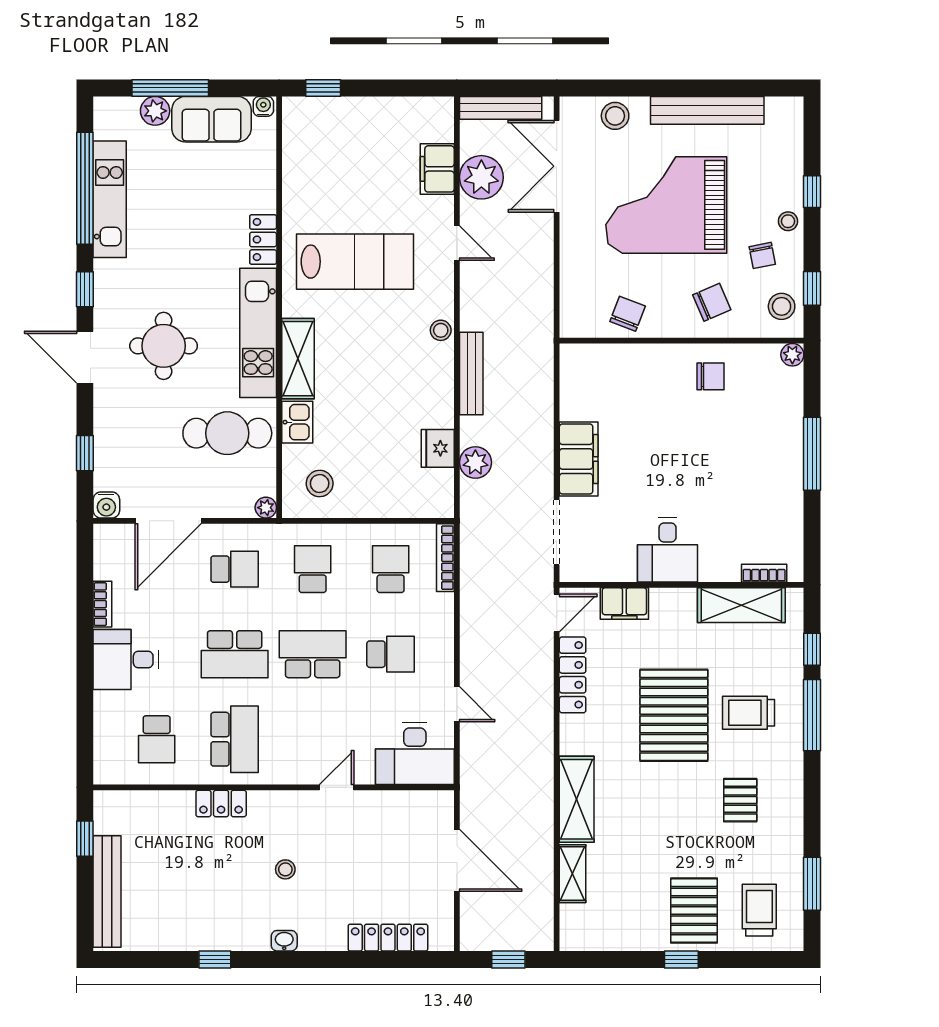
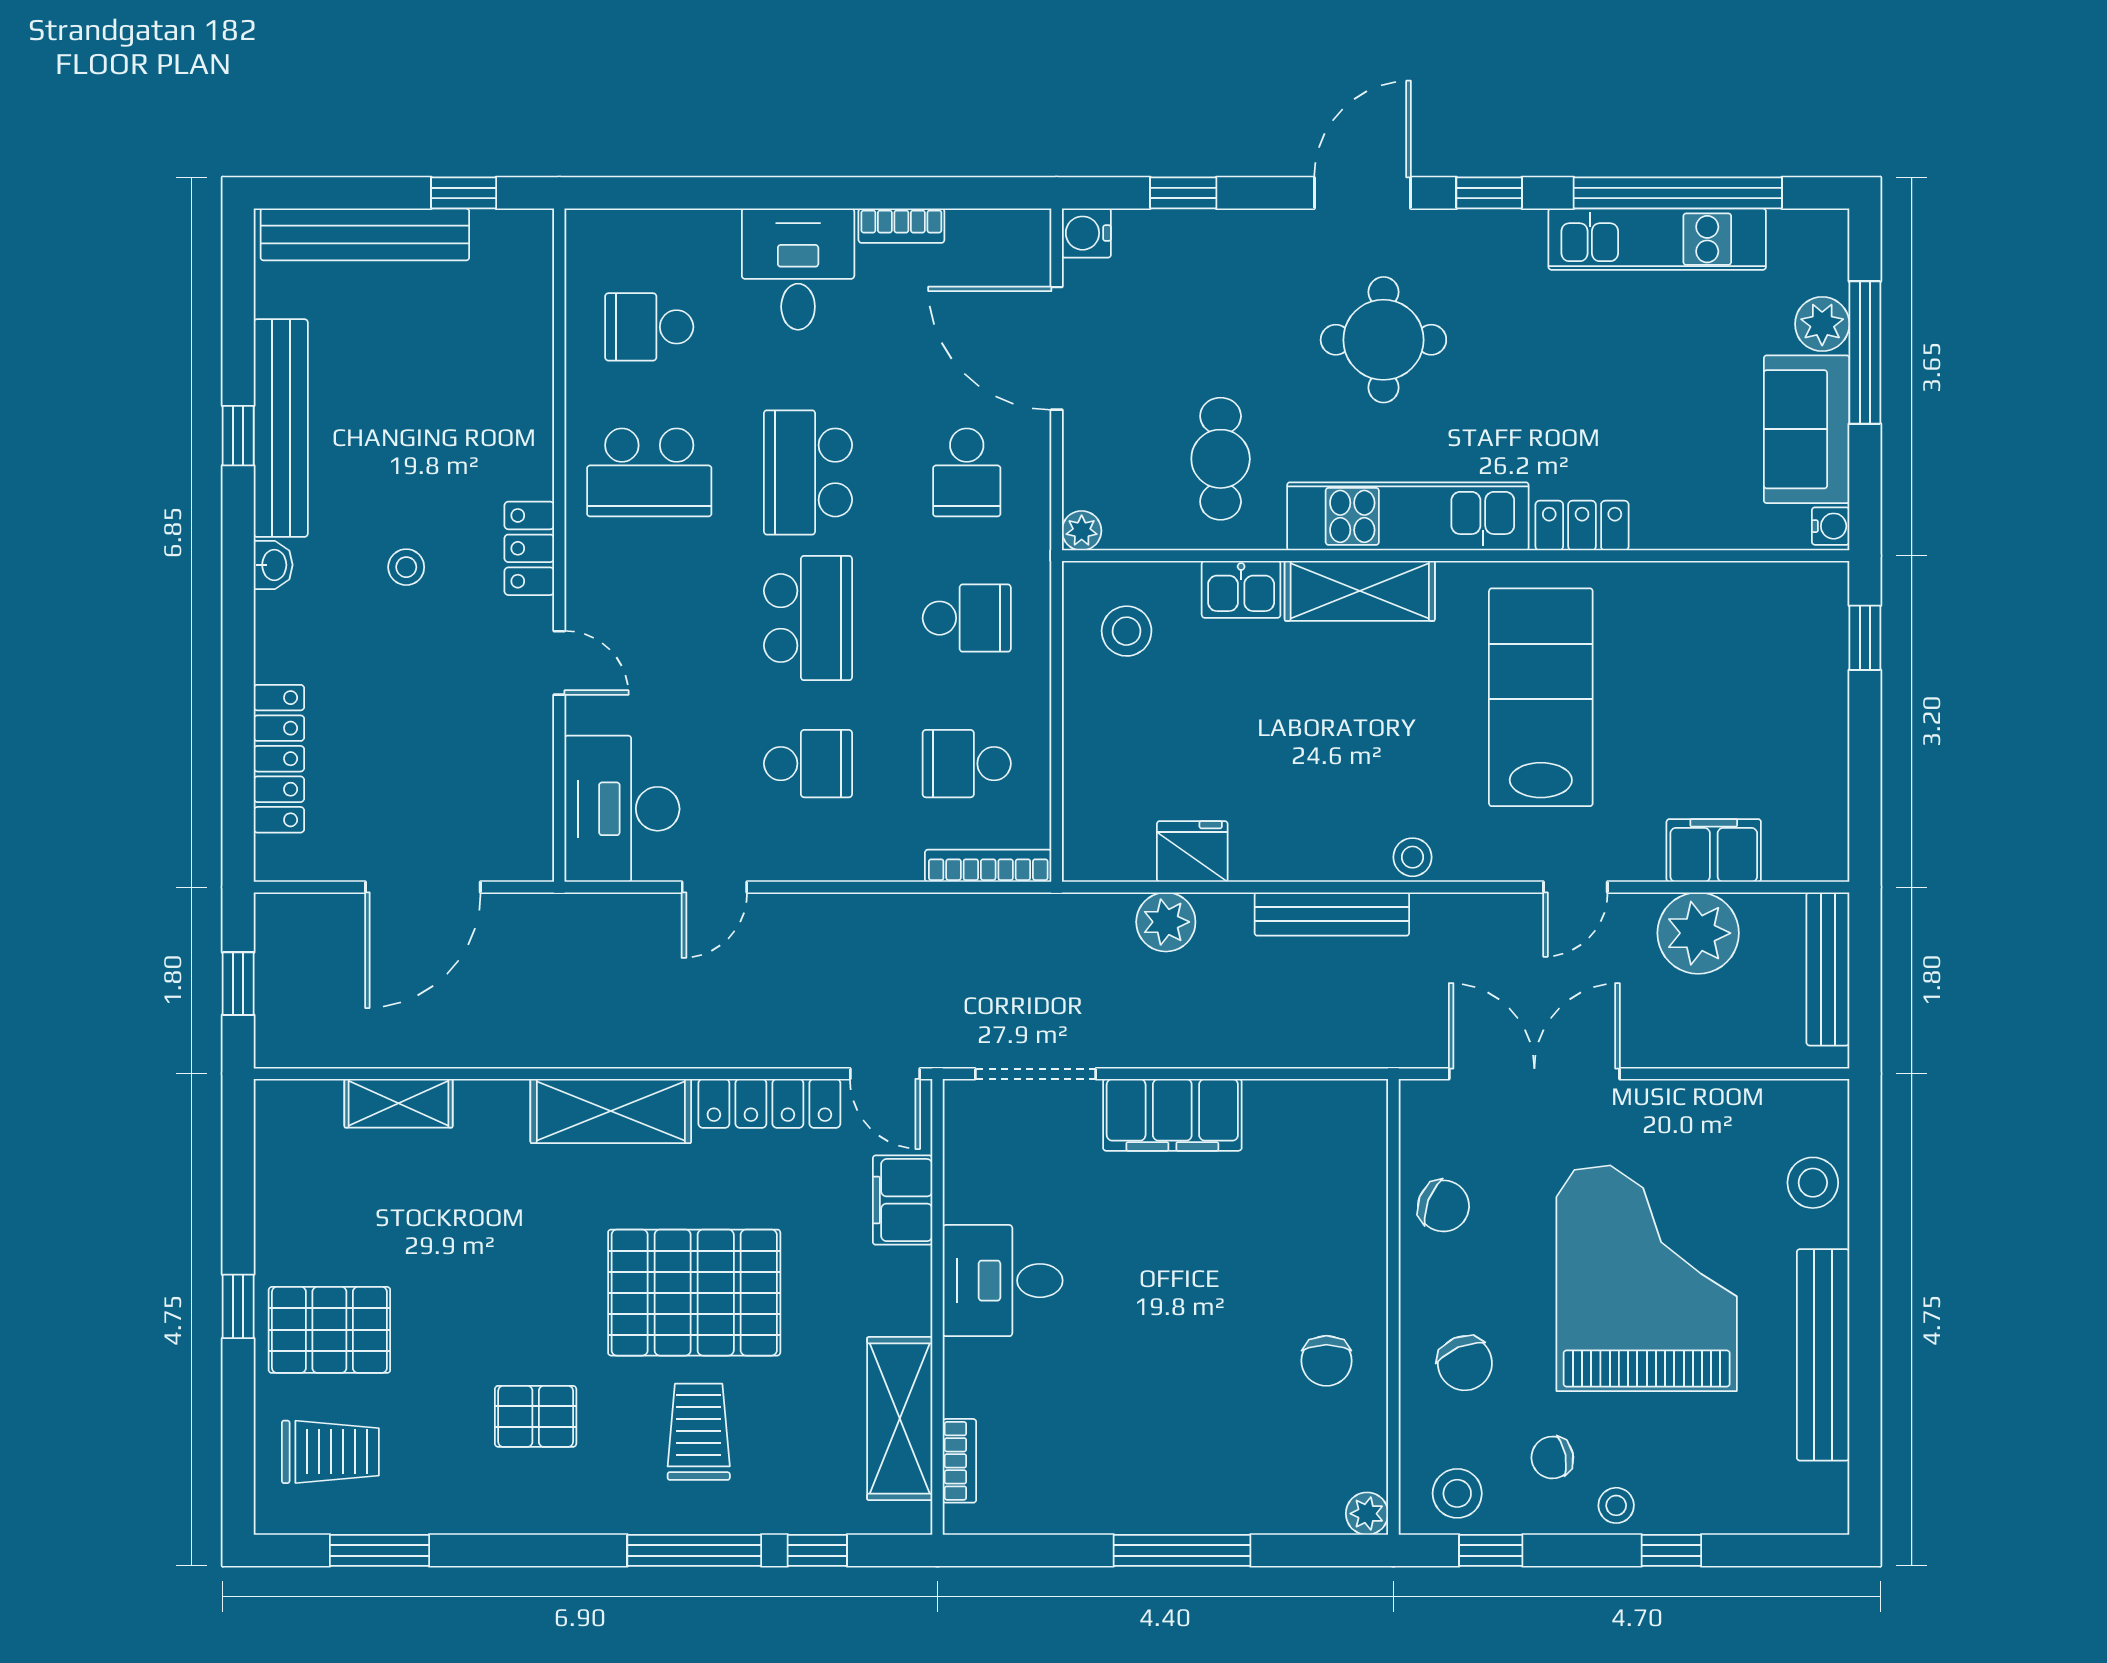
double door: (557, 166) -> (1534, 1074), moved
lab bench: (355, 262) -> (1541, 697), turned 180
cafe table: (227, 433) -> (1221, 459), width x0.73, depth x0.74
school desk: (391, 569) -> (967, 764), turned 180
school desk: (391, 654) -> (808, 764), turned -90
shelving: (577, 799) -> (611, 1111), moved
locker: (221, 804) -> (529, 548), moved
bench: (211, 937) -> (281, 428), added

